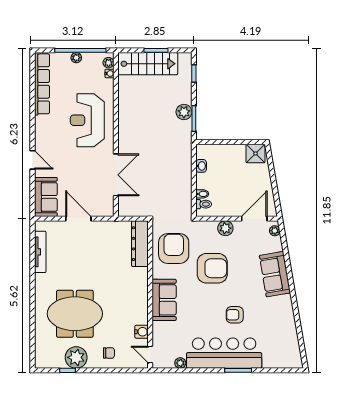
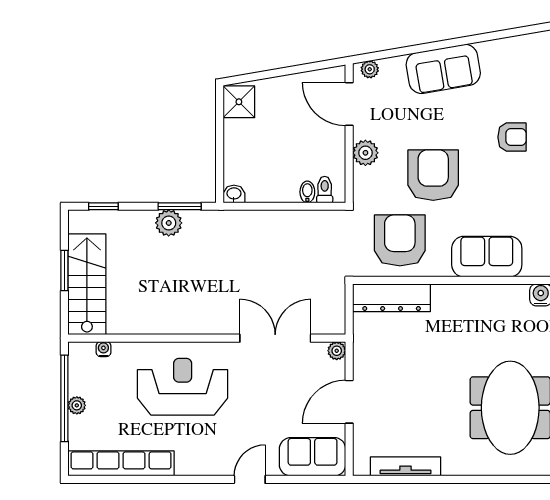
plant: (109, 63) -> (337, 351), moved
reception desk: (87, 120) -> (183, 387), turned 180
washbasin: (201, 166) -> (234, 194), moved
armchair: (174, 249) -> (400, 240), turned 90
armchair: (235, 315) -> (512, 137), turned -90

